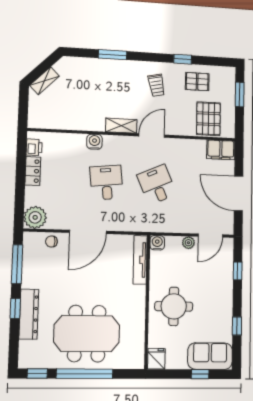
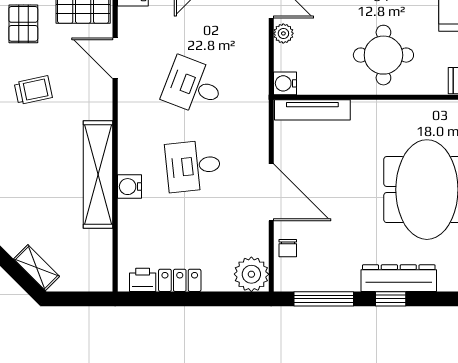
shelving: (121, 126) -> (98, 175), width x2.20, depth x1.33
door: (152, 136) -> (115, 58), moved
desk: (157, 185) -> (193, 86), turned 45

